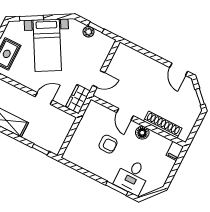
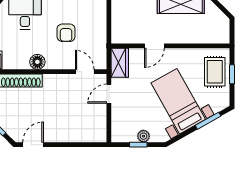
door: (179, 69) -> (33, 145), hinge flipped
door: (125, 114) -> (85, 72), moved
armchair: (108, 144) -> (66, 33), turned -90

